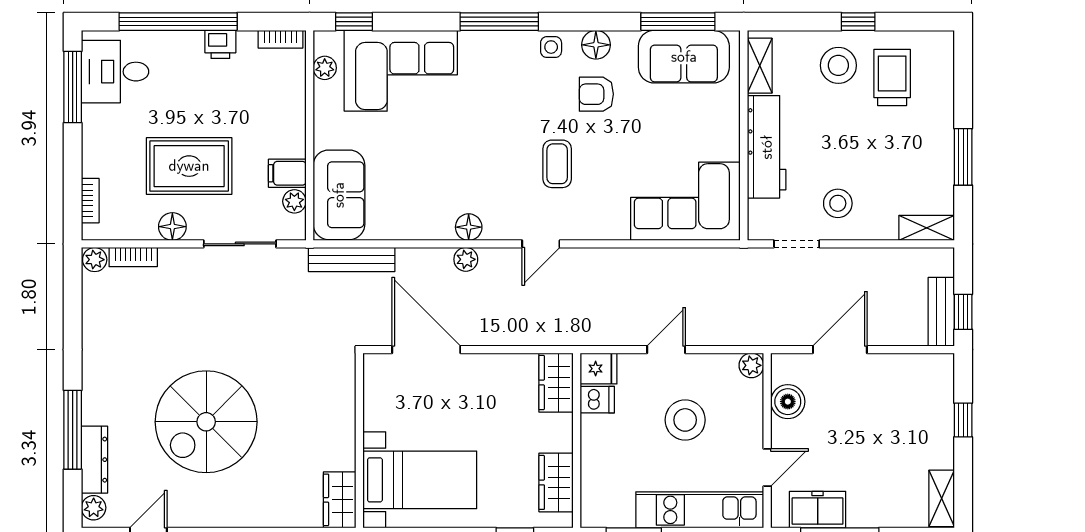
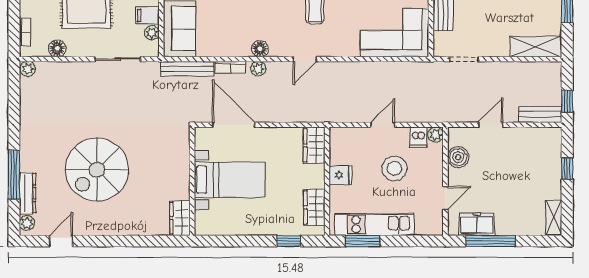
stool: (838, 203) -> (489, 34), removed
floor lamp: (172, 227) -> (57, 48), moved
shelving: (927, 228) -> (536, 47), width x1.50, depth x1.33
bookcase: (133, 257) -> (231, 67), moved
bench: (941, 312) -> (540, 114), moved, turned 90
door: (840, 350) -> (491, 125), width x0.73
fridge: (598, 369) -> (341, 175), moved
dishwasher: (597, 400) -> (418, 138), moved, turned 90
bed with nightstands: (420, 480) -> (230, 180), moved
kitchen unit: (700, 510) -> (374, 224), moved

